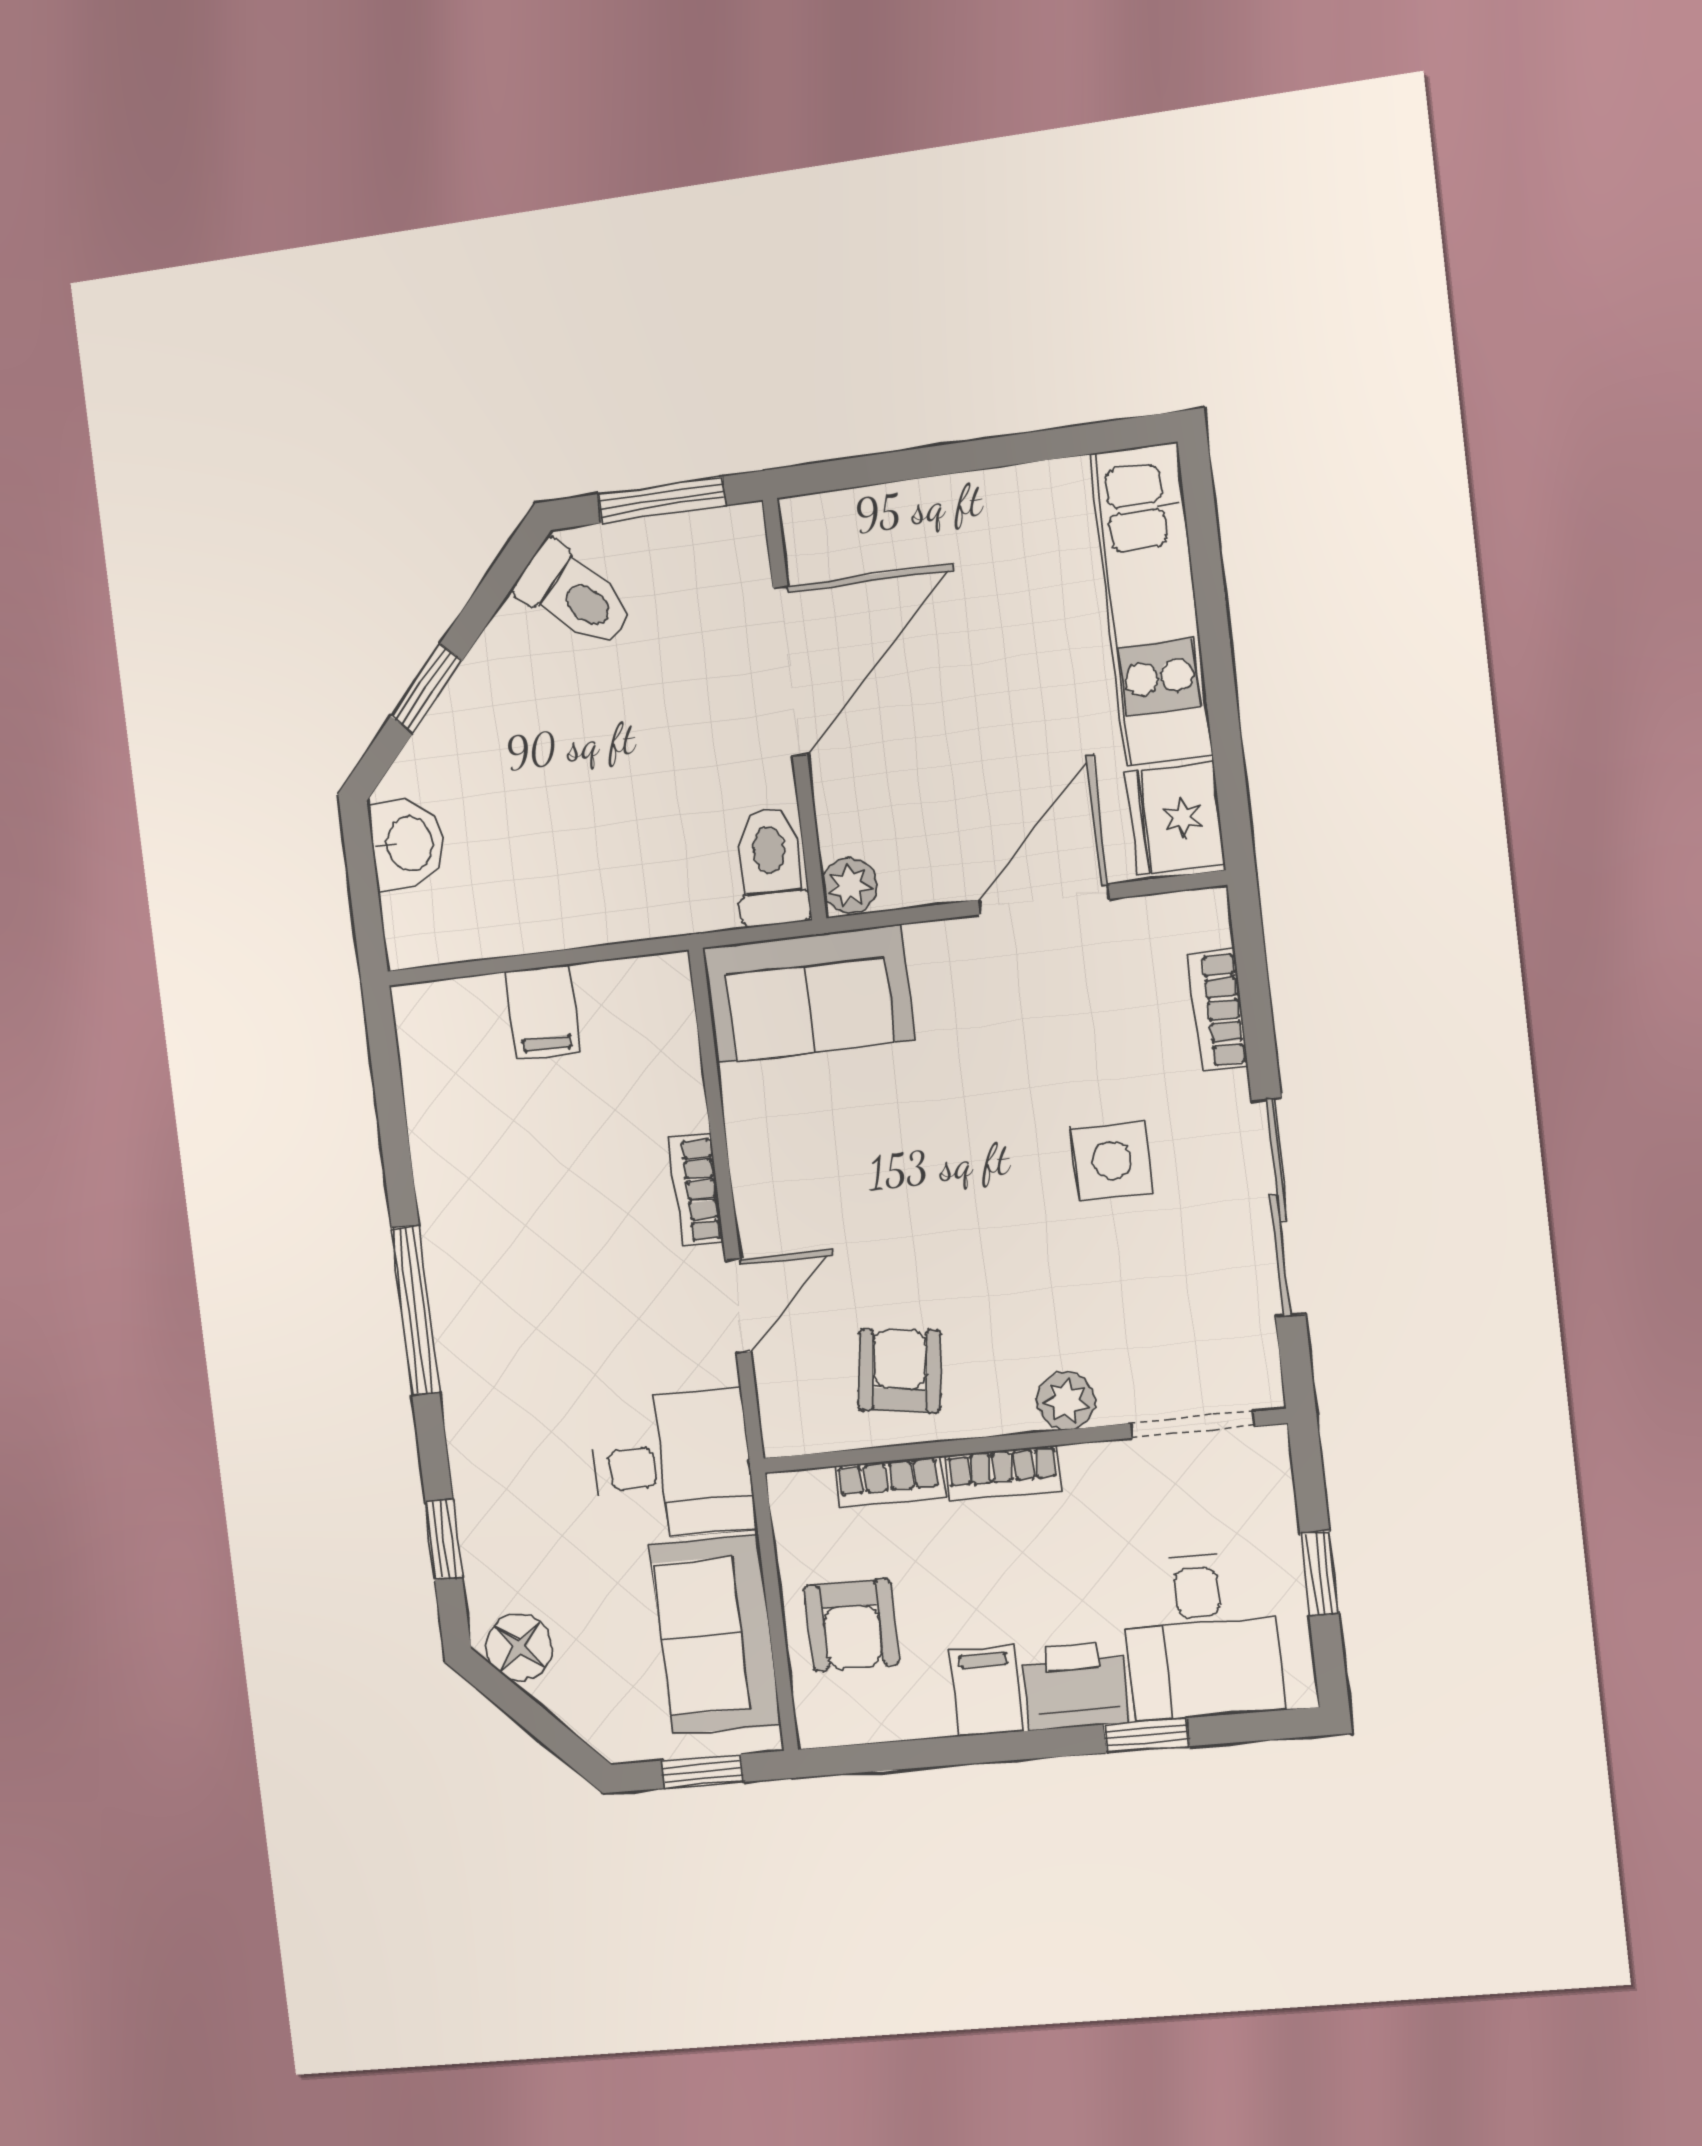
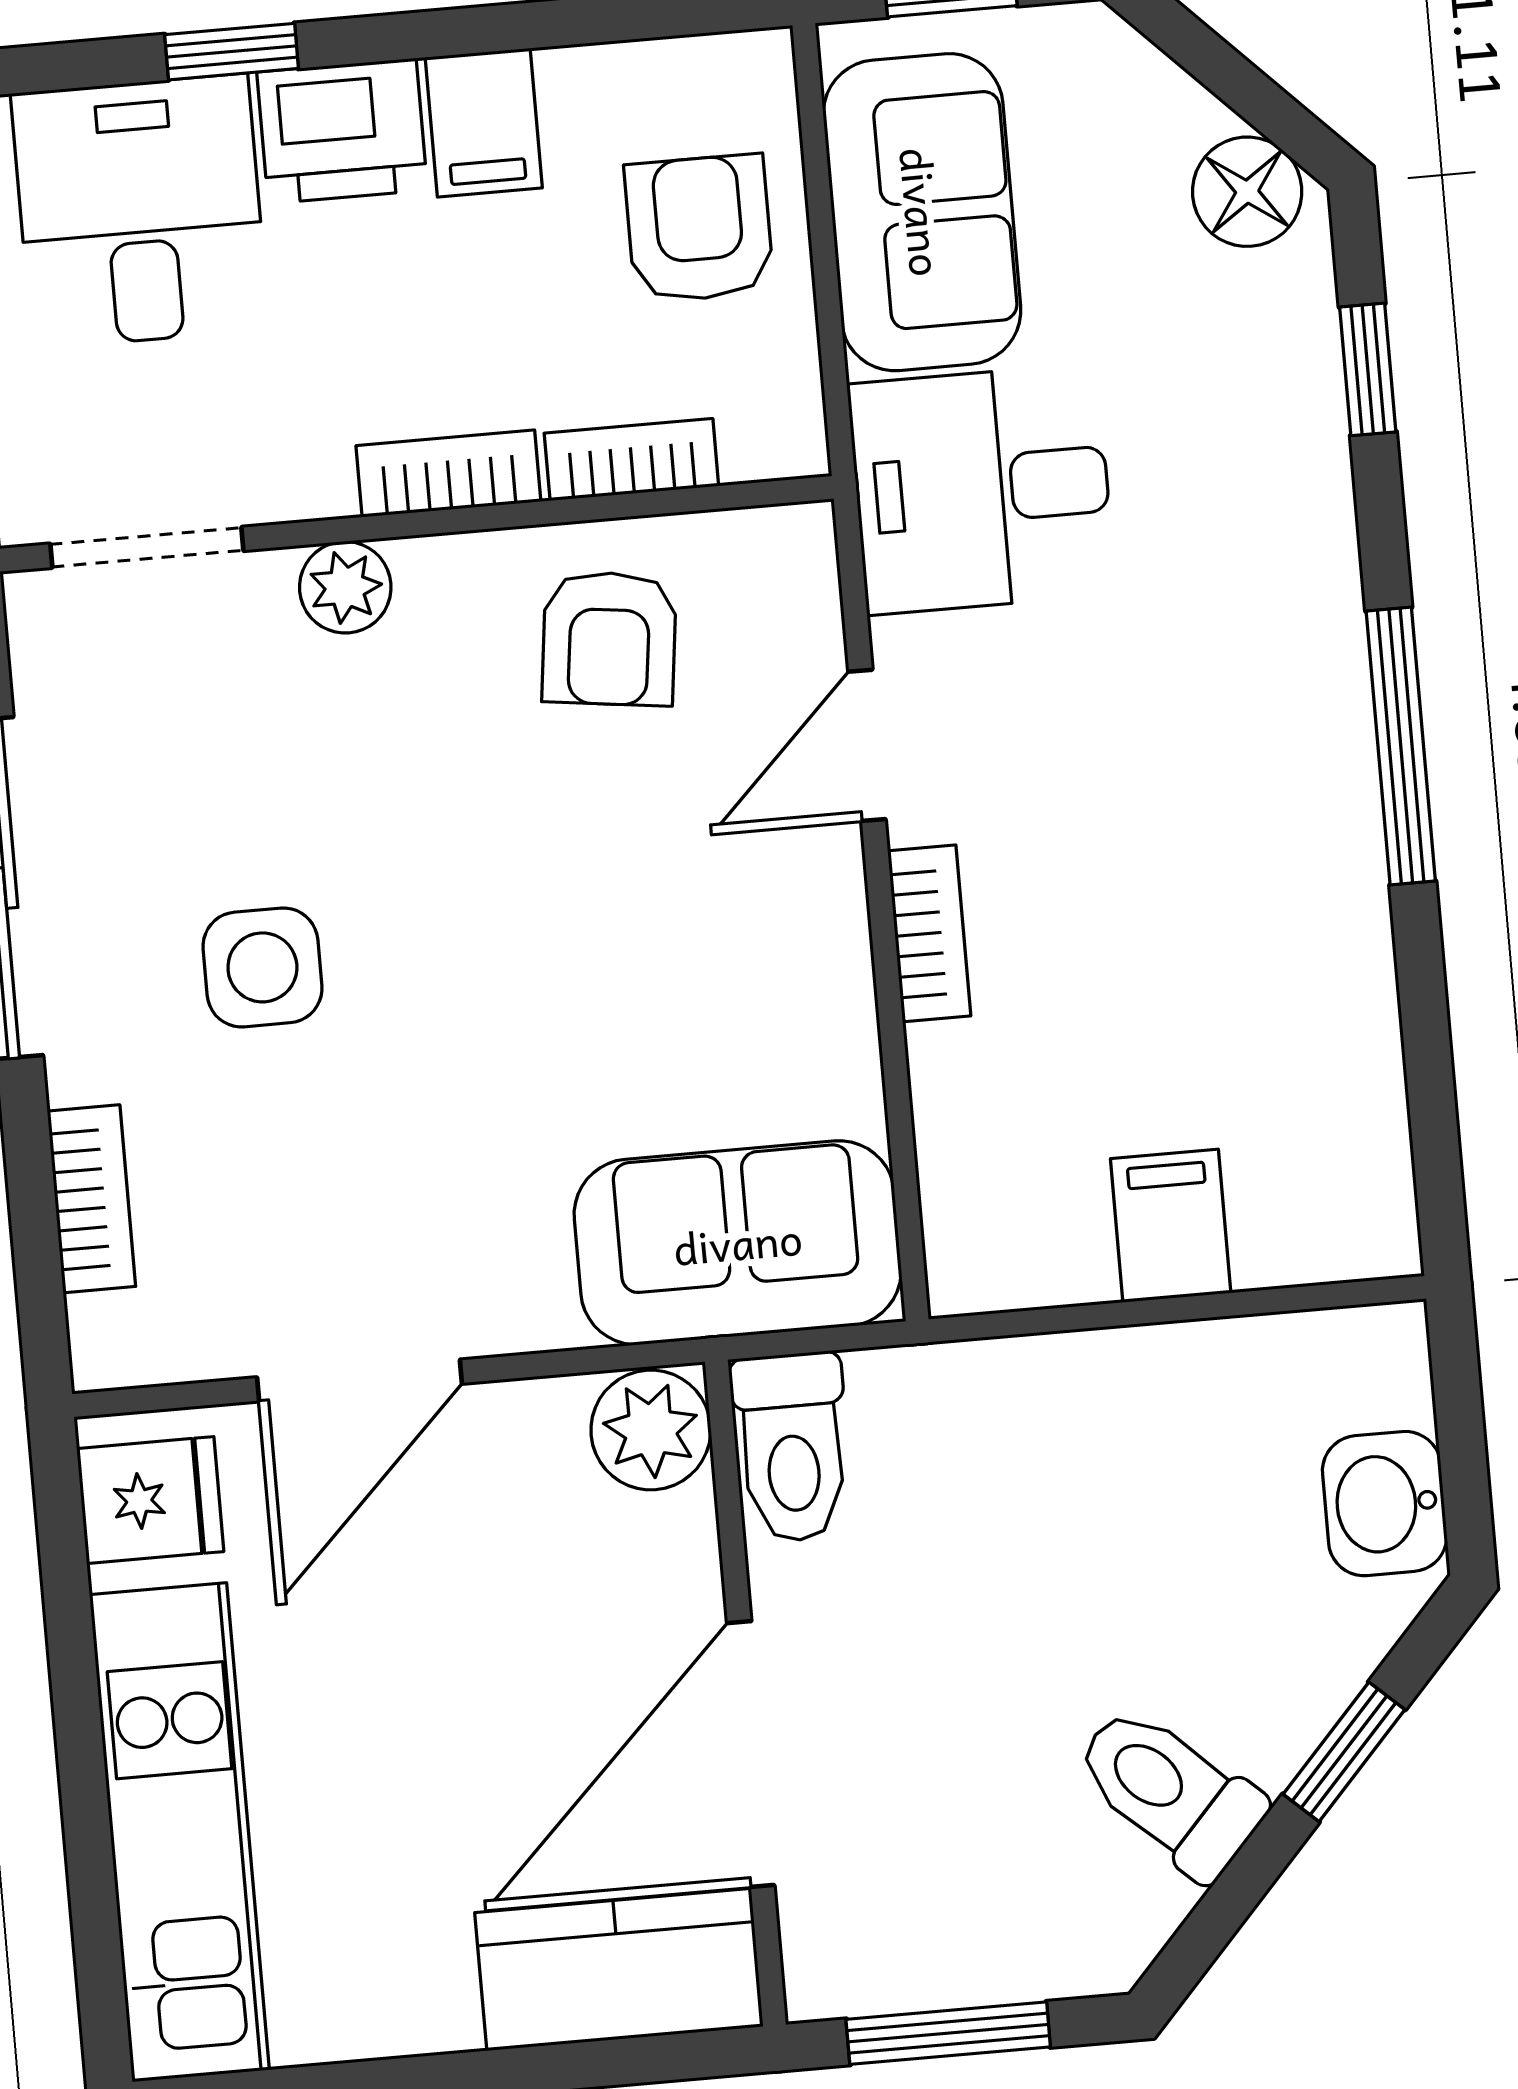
kitchen counter: (869, 530) -> (619, 1970), added
toilet: (575, 596) -> (1169, 1791), moved
fridge: (1175, 818) -> (150, 1500), width x0.72
plant: (850, 886) -> (651, 1430), width x1.38, depth x1.38

